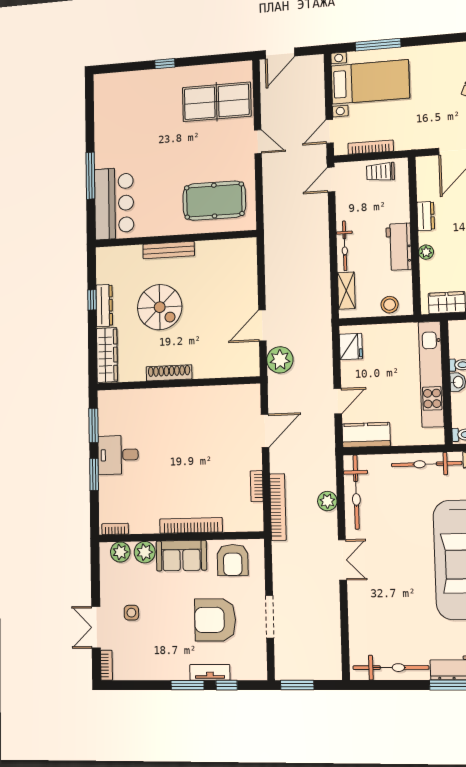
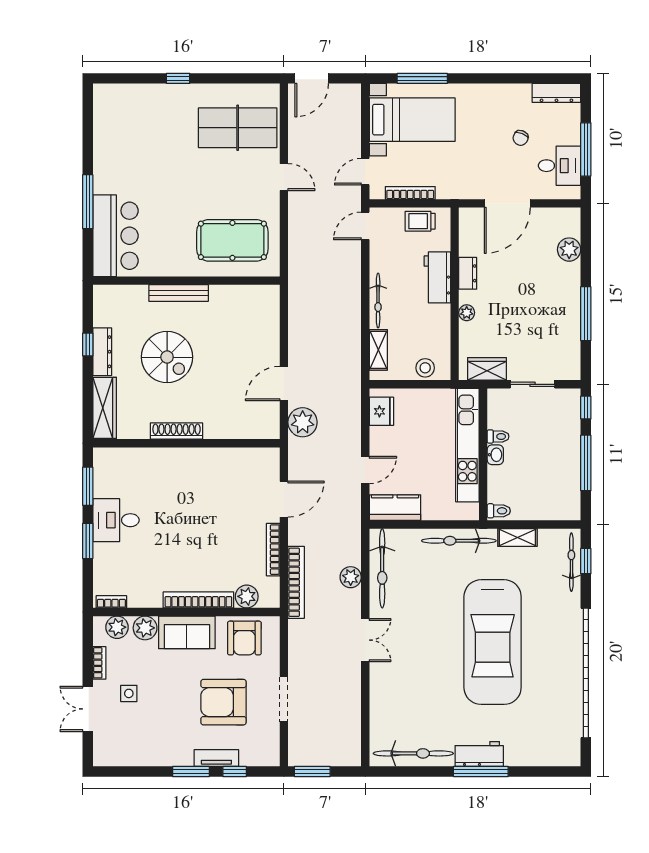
workbench: (399, 247) -> (437, 277), moved
bookcase: (257, 486) -> (273, 550), width x1.56
plant: (234, 521) -> (247, 596), added
bookcase: (106, 665) -> (99, 663), moved

